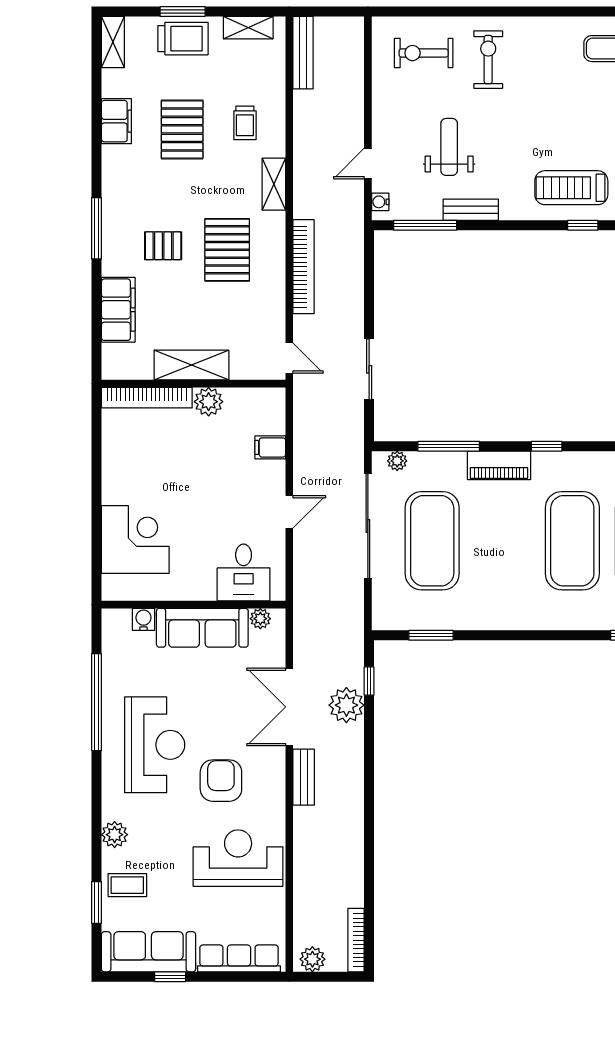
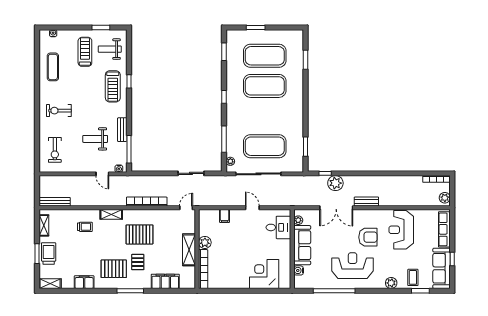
exercise bike: (488, 60) -> (59, 111), moved
pallet: (182, 129) -> (114, 269), moved
piano: (499, 465) -> (232, 117), removed
armchair: (221, 781) -> (368, 237), turned 180

